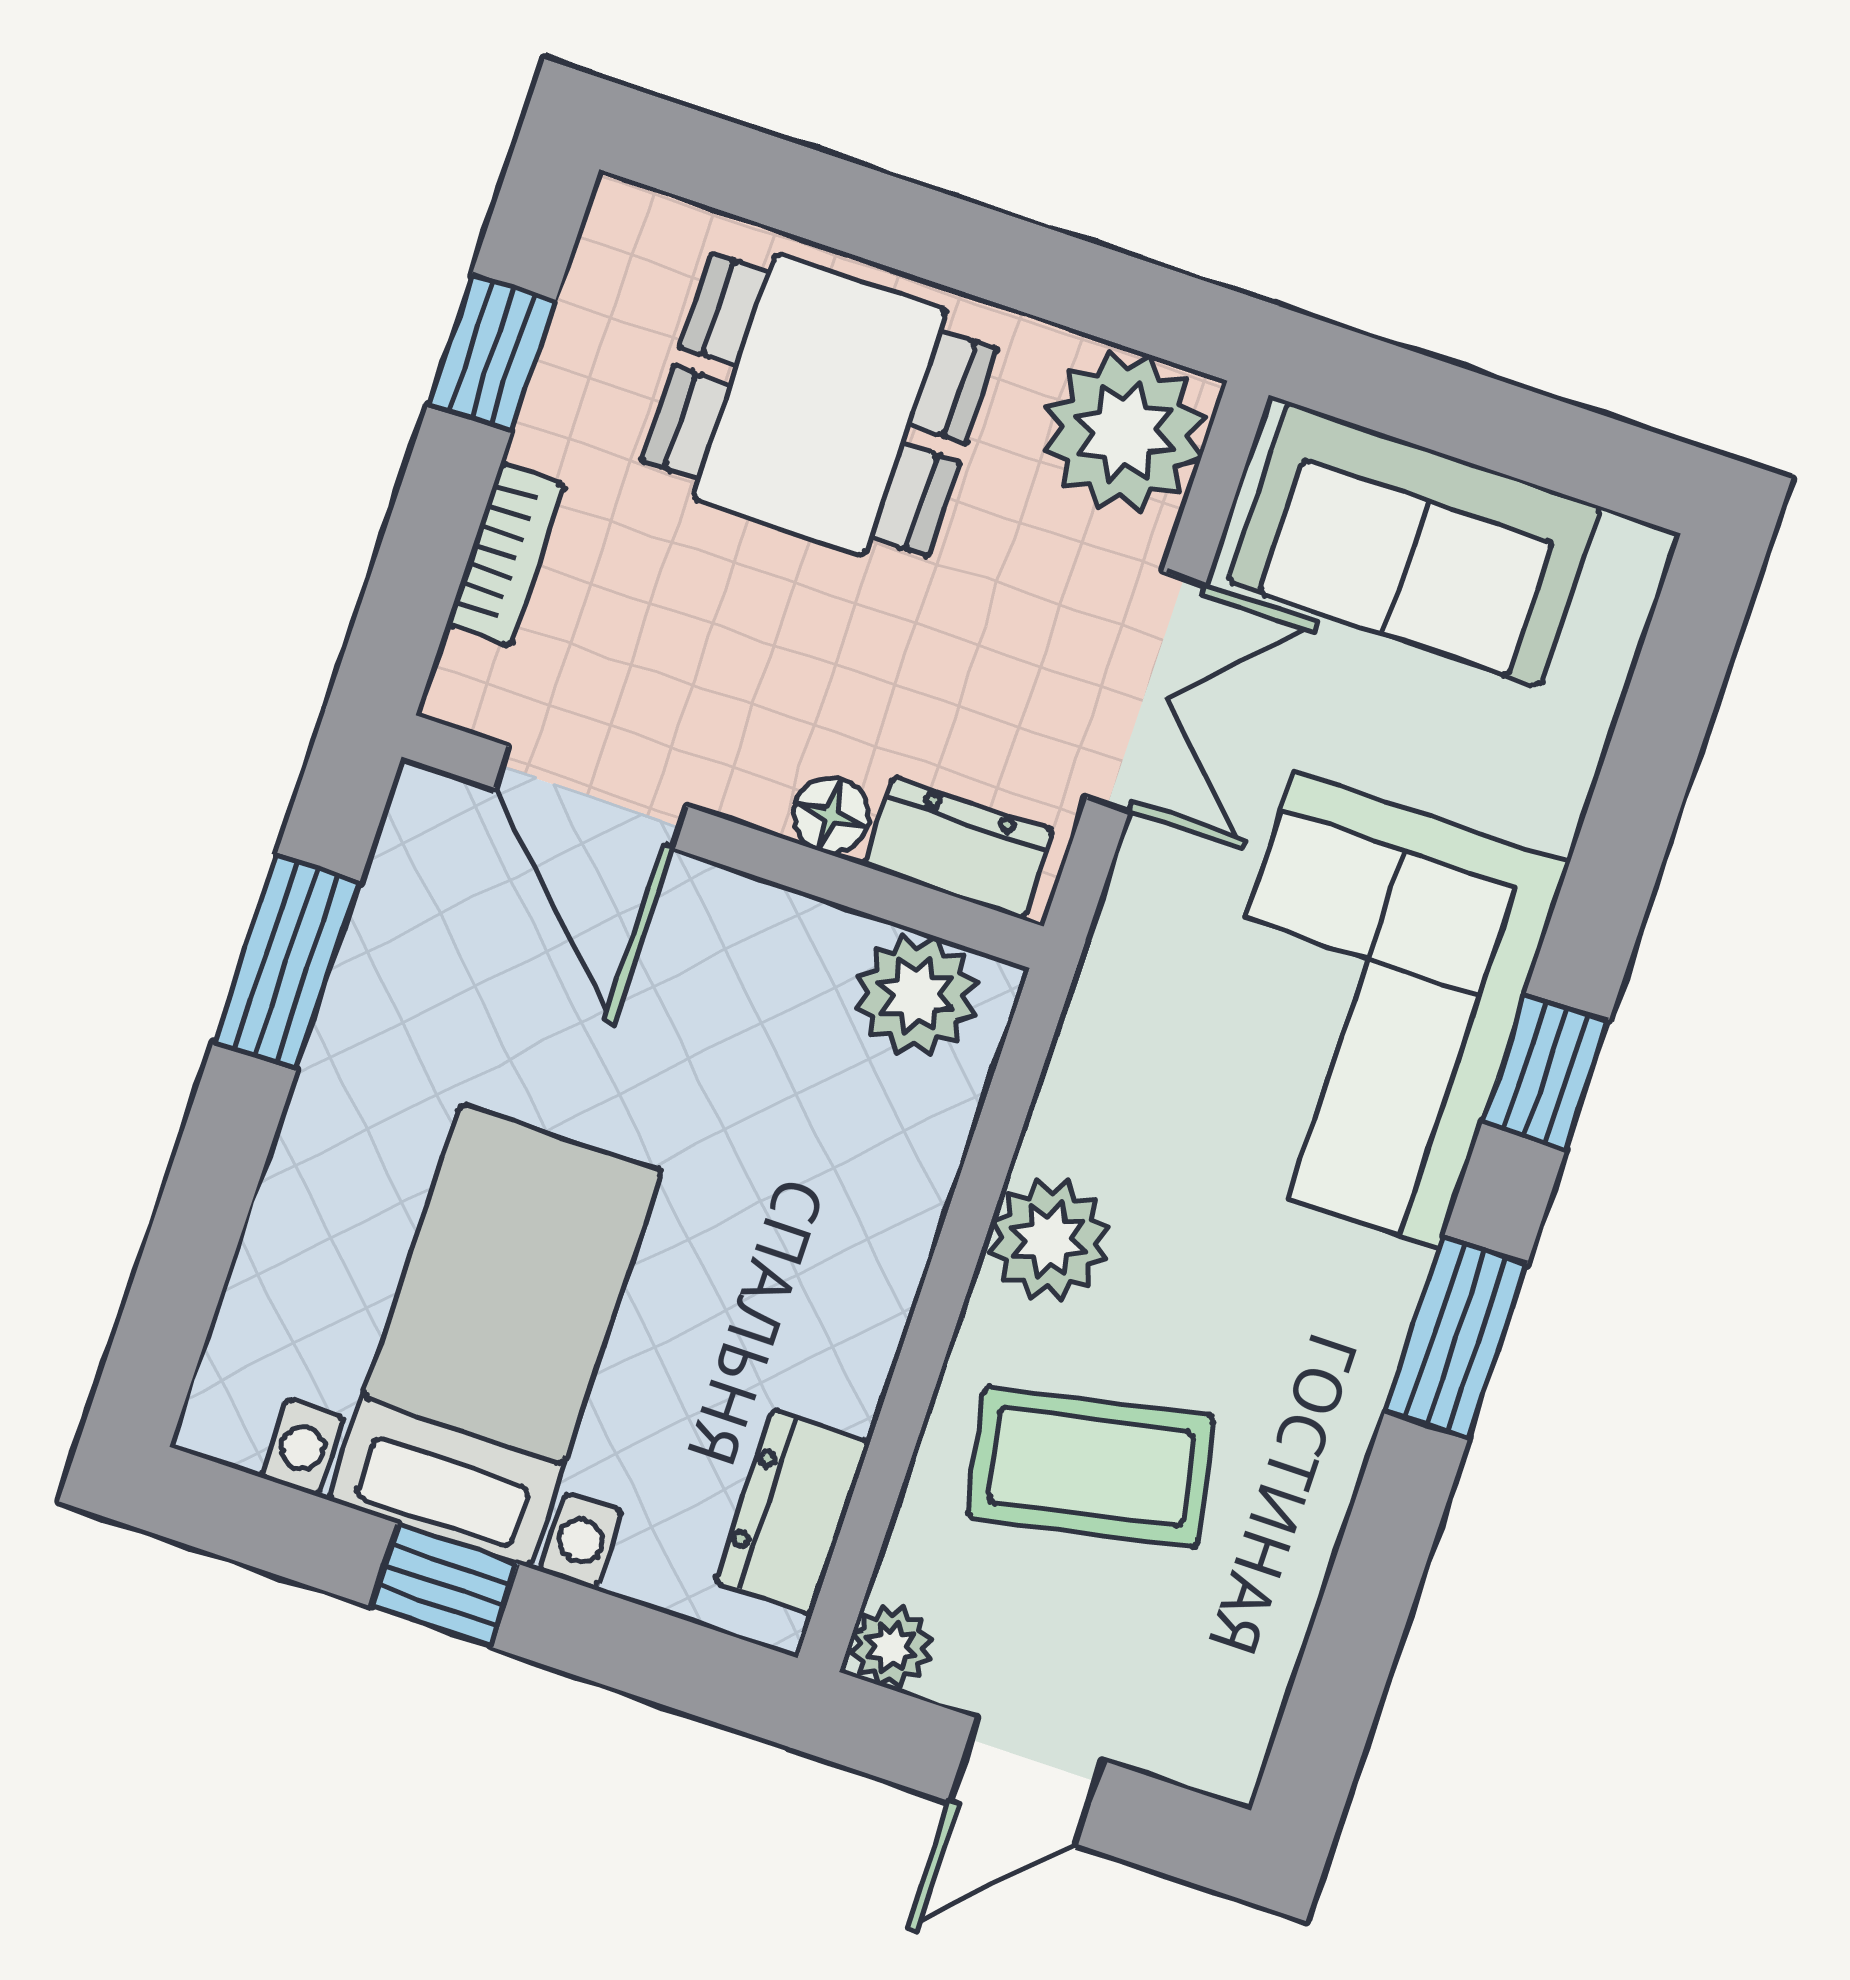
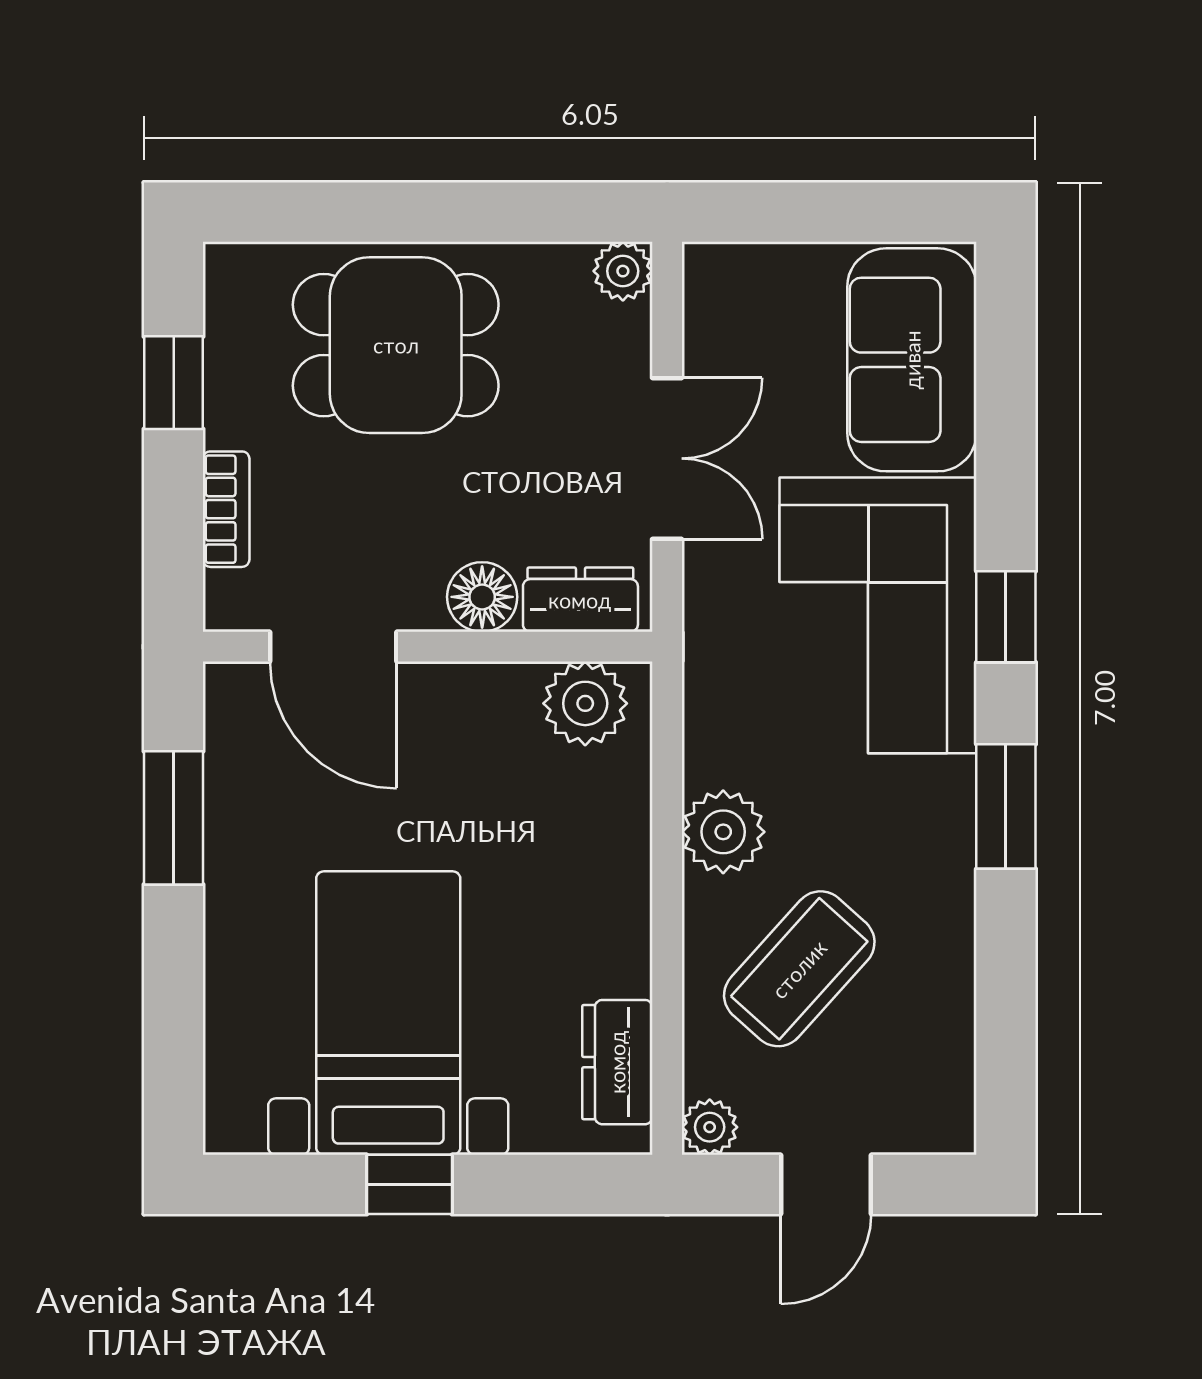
plant: (1124, 432) -> (623, 271), width x0.53, depth x0.53
sofa: (1414, 544) -> (912, 360), moved, turned 90
floor lamp: (831, 816) -> (482, 597), width x1.37, depth x1.37
coffee table: (1091, 1467) -> (799, 969), turned -37

